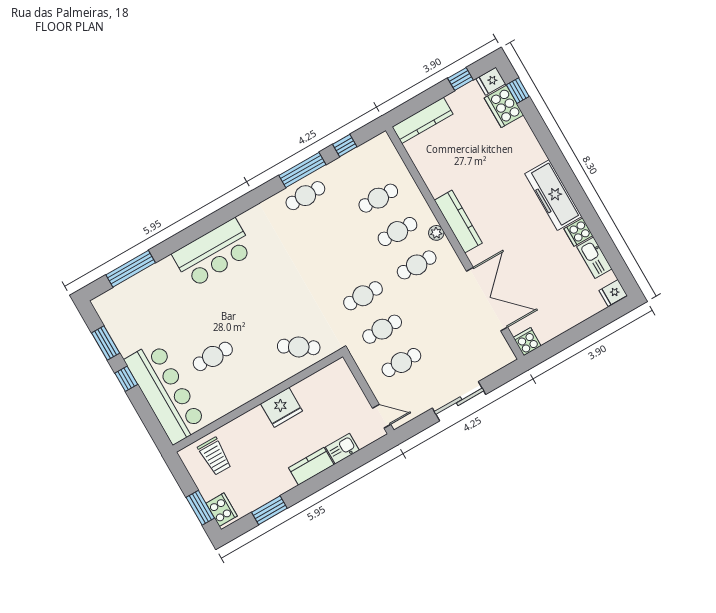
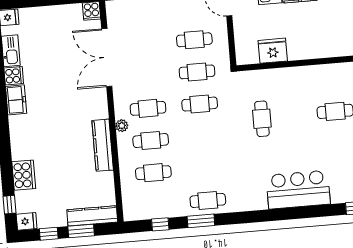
window: (427, 98) -> (81, 231), added
cooker: (504, 106) -> (24, 175), moved
window: (302, 170) -> (201, 221), width x0.69
freezer: (553, 195) -> (16, 100), width x0.52, depth x0.79
kitchen counter: (458, 222) -> (103, 145), moved
cafe table: (299, 347) -> (262, 119), moved, turned 57
fridge: (282, 407) -> (273, 51), moved

